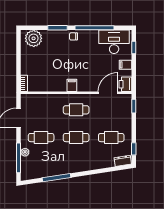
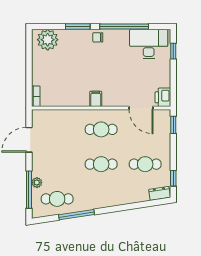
filing cabinet: (125, 65) -> (163, 73), removed
door: (108, 93) -> (141, 108), swing flipped
cafe table: (41, 138) -> (57, 199), moved

